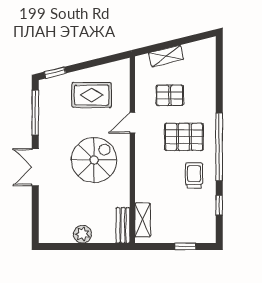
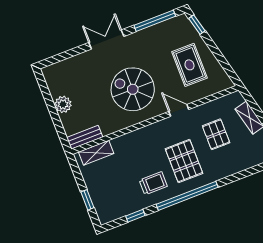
spiral stairs: (94, 160) -> (133, 89), turned 180

